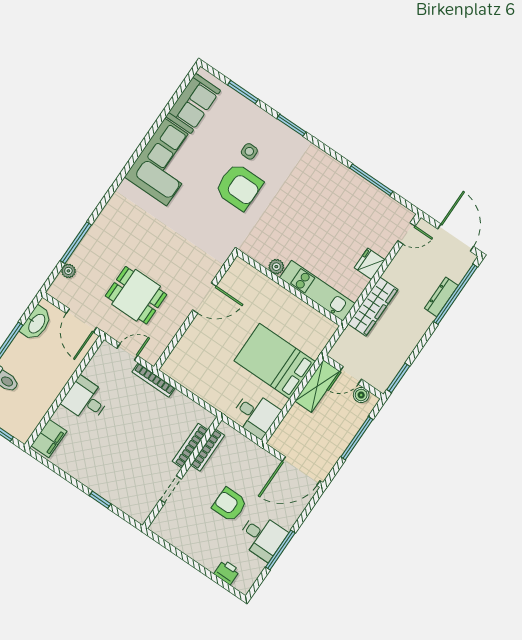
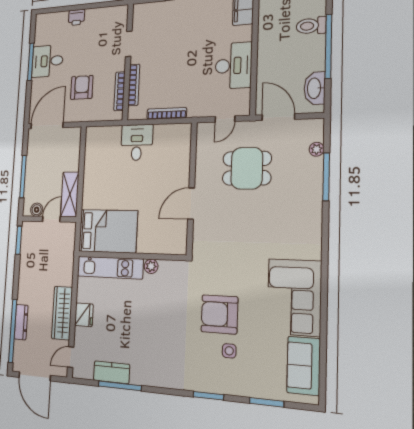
kitchen counter: (372, 196) -> (111, 372), added
wardrobe: (373, 307) -> (62, 313), moved
bed: (275, 361) -> (108, 231), moved
bookcase: (154, 380) -> (167, 113), moved
desk: (86, 400) -> (233, 66), width x1.37
desk: (255, 414) -> (137, 142), moved, turned 90
armchair: (229, 505) -> (82, 87), moved, turned -90
printer: (227, 572) -> (77, 17), moved

